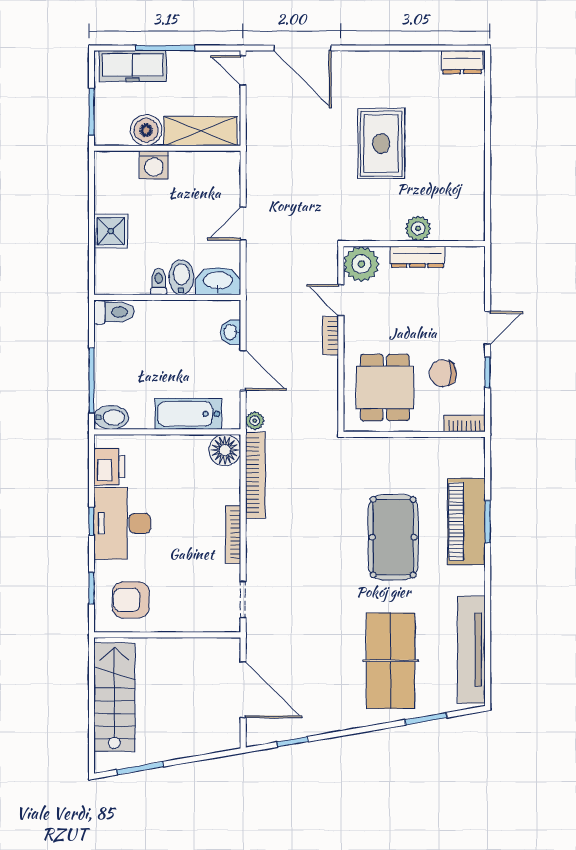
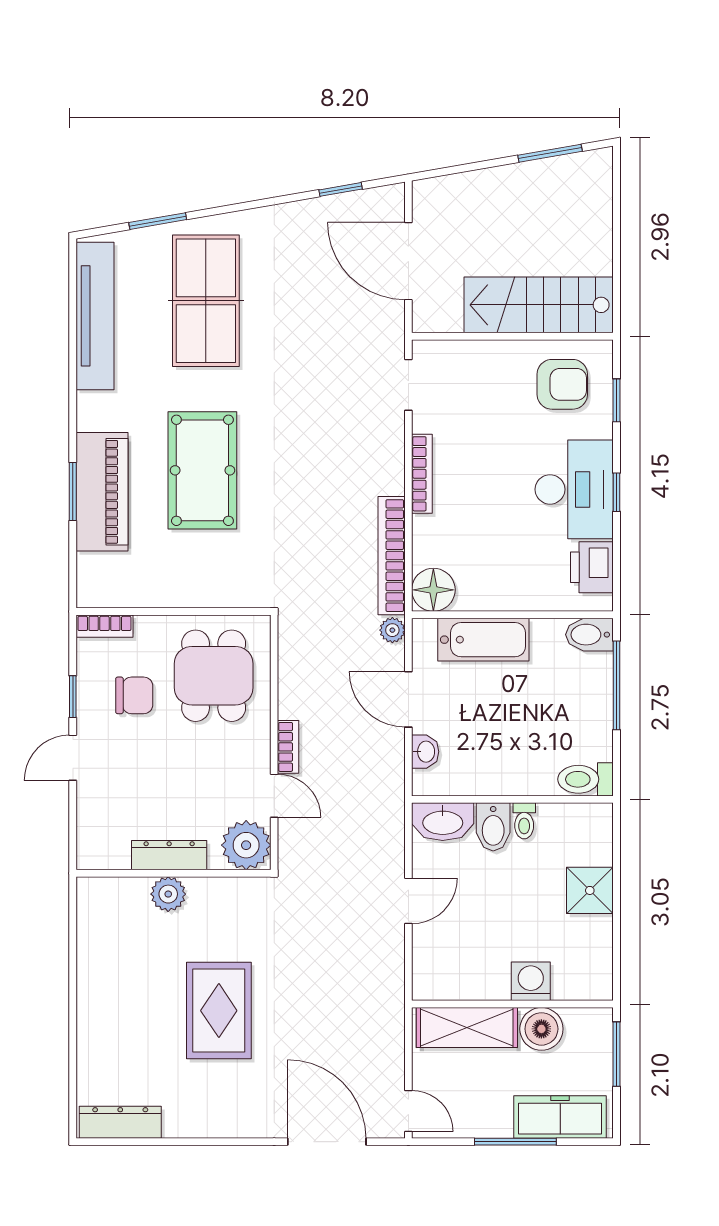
dresser: (462, 62) -> (120, 1122), width x1.44
stairs: (114, 697) -> (539, 305), moved, turned 90

